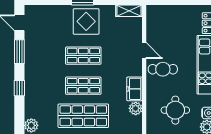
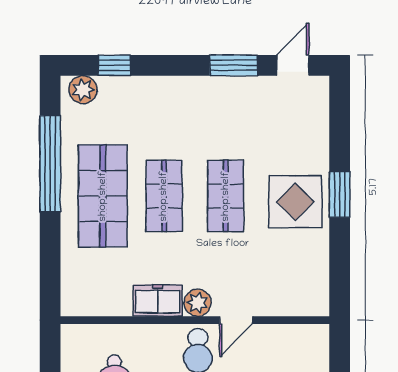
shelving: (129, 11) -> (317, 289), removed
window: (19, 88) -> (114, 65), moved
plant: (136, 108) -> (198, 303), moved

